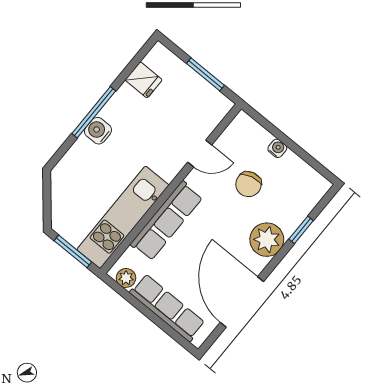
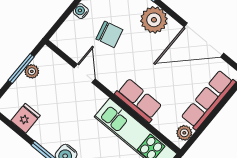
plant: (202, 88) -> (32, 71), added
row of seats: (167, 221) -> (139, 100), width x0.68

